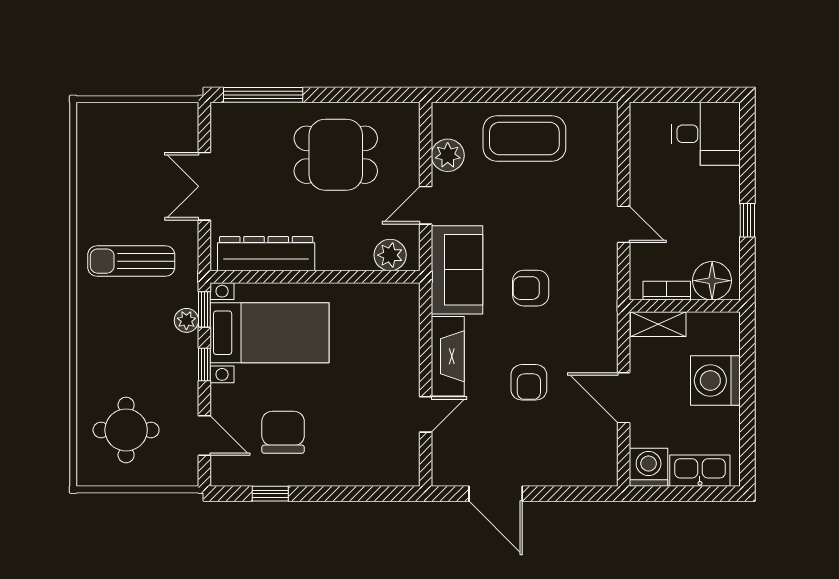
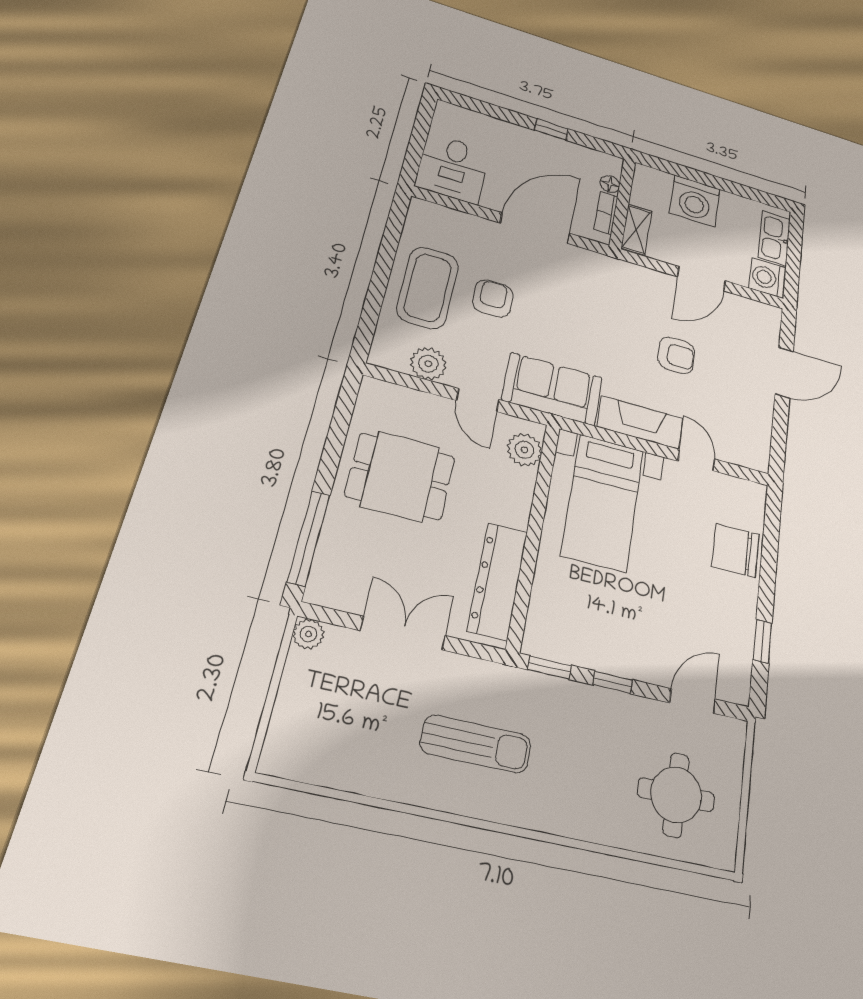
desk: (706, 134) -> (453, 168), moved, turned 180
dining table: (336, 155) -> (400, 476), turned 90
double door: (204, 186) -> (403, 633), swing flipped
door: (624, 224) -> (535, 228), width x1.87
sun lounger: (131, 261) -> (476, 744), turned -90
floor lamp: (712, 281) -> (610, 184), width x0.53, depth x0.53
armchair: (531, 288) -> (493, 298), moved, turned 180
plant: (186, 320) -> (308, 634), moved
bed with nightstands: (269, 333) -> (603, 502), moved, turned 180
chair: (283, 432) -> (735, 550), moved
door: (496, 494) -> (784, 373), moved

